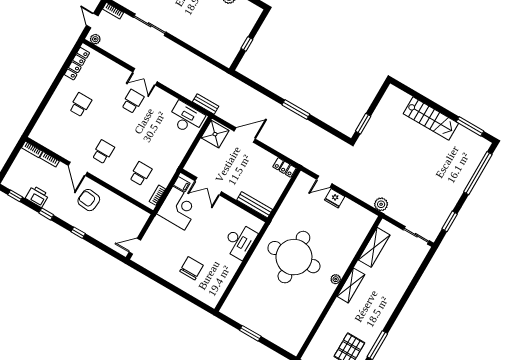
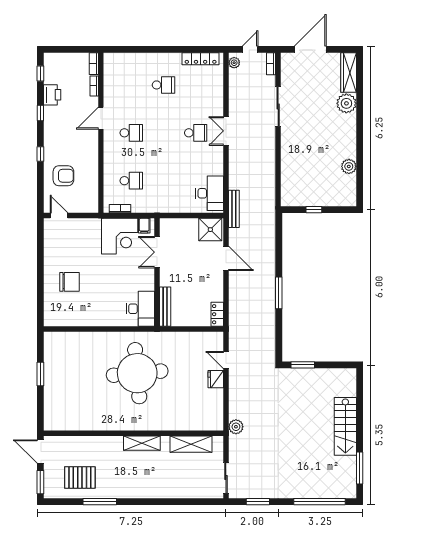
bench: (206, 104) -> (234, 209), width x1.36
armchair: (89, 200) -> (63, 176), moved, turned 84
desk: (240, 241) -> (140, 309), moved, turned -90
plant: (336, 279) -> (139, 425), removed

